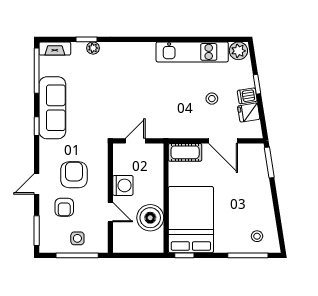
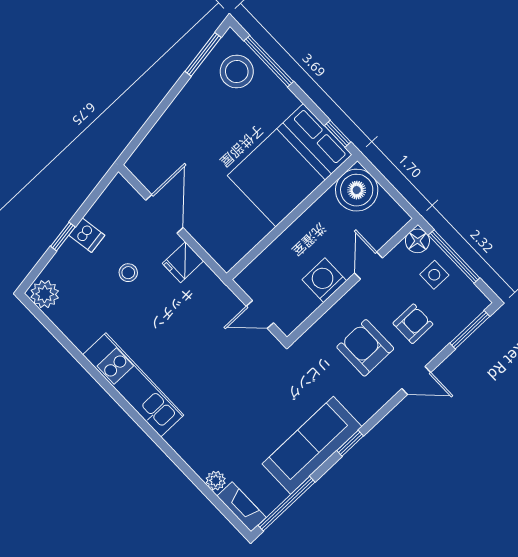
window: (87, 39) -> (197, 480), removed
plant: (93, 48) -> (216, 481), moved
kitchen unit: (192, 52) -> (133, 385), moved
fridge: (249, 113) -> (183, 262), moved, turned 99
cot: (185, 152) -> (219, 245), removed
window: (269, 162) -> (203, 54), moved
armchair: (74, 175) -> (365, 348), turned 90
boiler: (150, 218) -> (357, 190), moved
stool: (257, 236) -> (237, 72), width x1.89, depth x1.89
floor lamp: (100, 245) -> (417, 241), added

